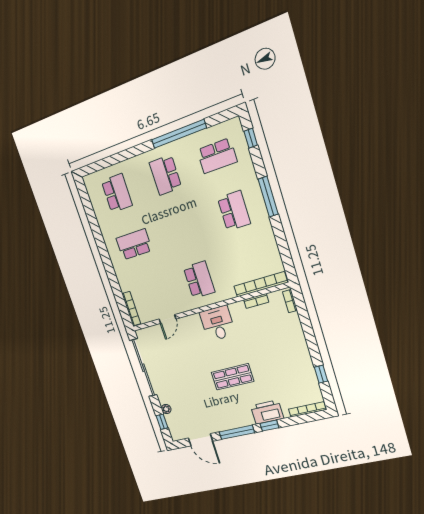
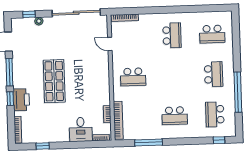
school desk: (165, 175) -> (214, 74), turned 90
window: (268, 197) -> (149, 142), moved
desk: (218, 323) -> (81, 129), moved, turned 90
shop shelf: (233, 377) -> (54, 81), width x1.43, depth x1.36

